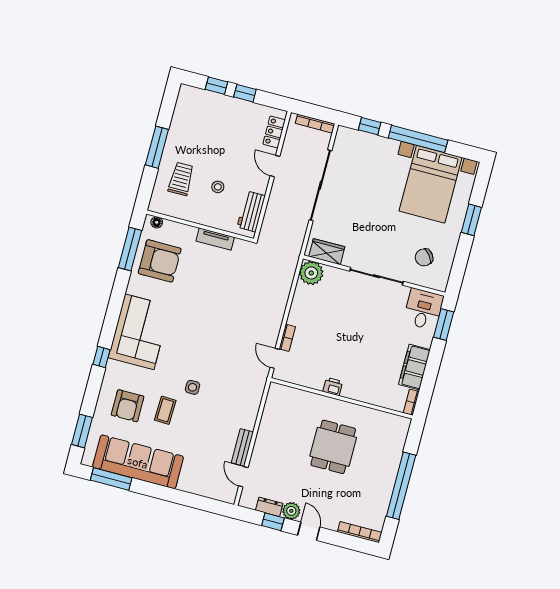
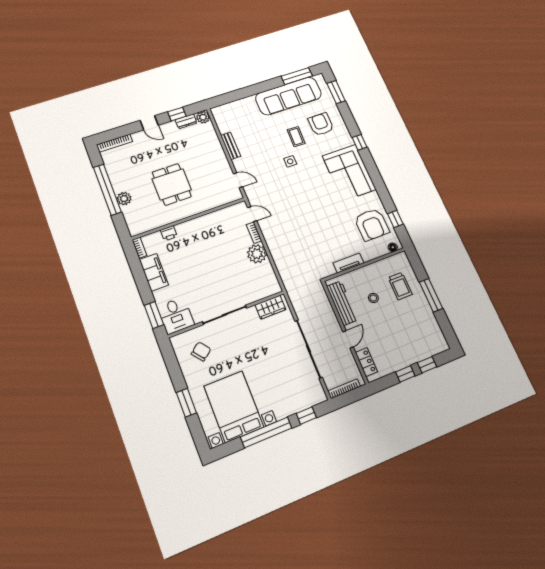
door: (275, 166) -> (348, 339), hinge flipped
workbench: (251, 211) -> (342, 303), width x1.38
window: (130, 249) -> (395, 219), width x0.46
armchair: (160, 261) -> (372, 225), turned -90
plant: (311, 273) -> (257, 254), moved
printer: (333, 387) -> (169, 233), moved
plant: (391, 464) -> (124, 199), added
door: (243, 477) -> (238, 180), moved
plant: (291, 511) -> (203, 117), moved

